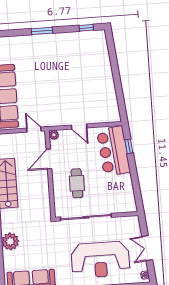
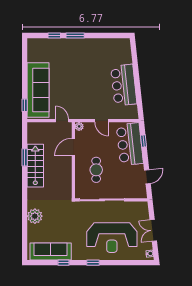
window: (86, 28) -> (54, 35), moved
bar counter: (102, 84) -> (124, 85), added
door: (136, 187) -> (147, 177), added

